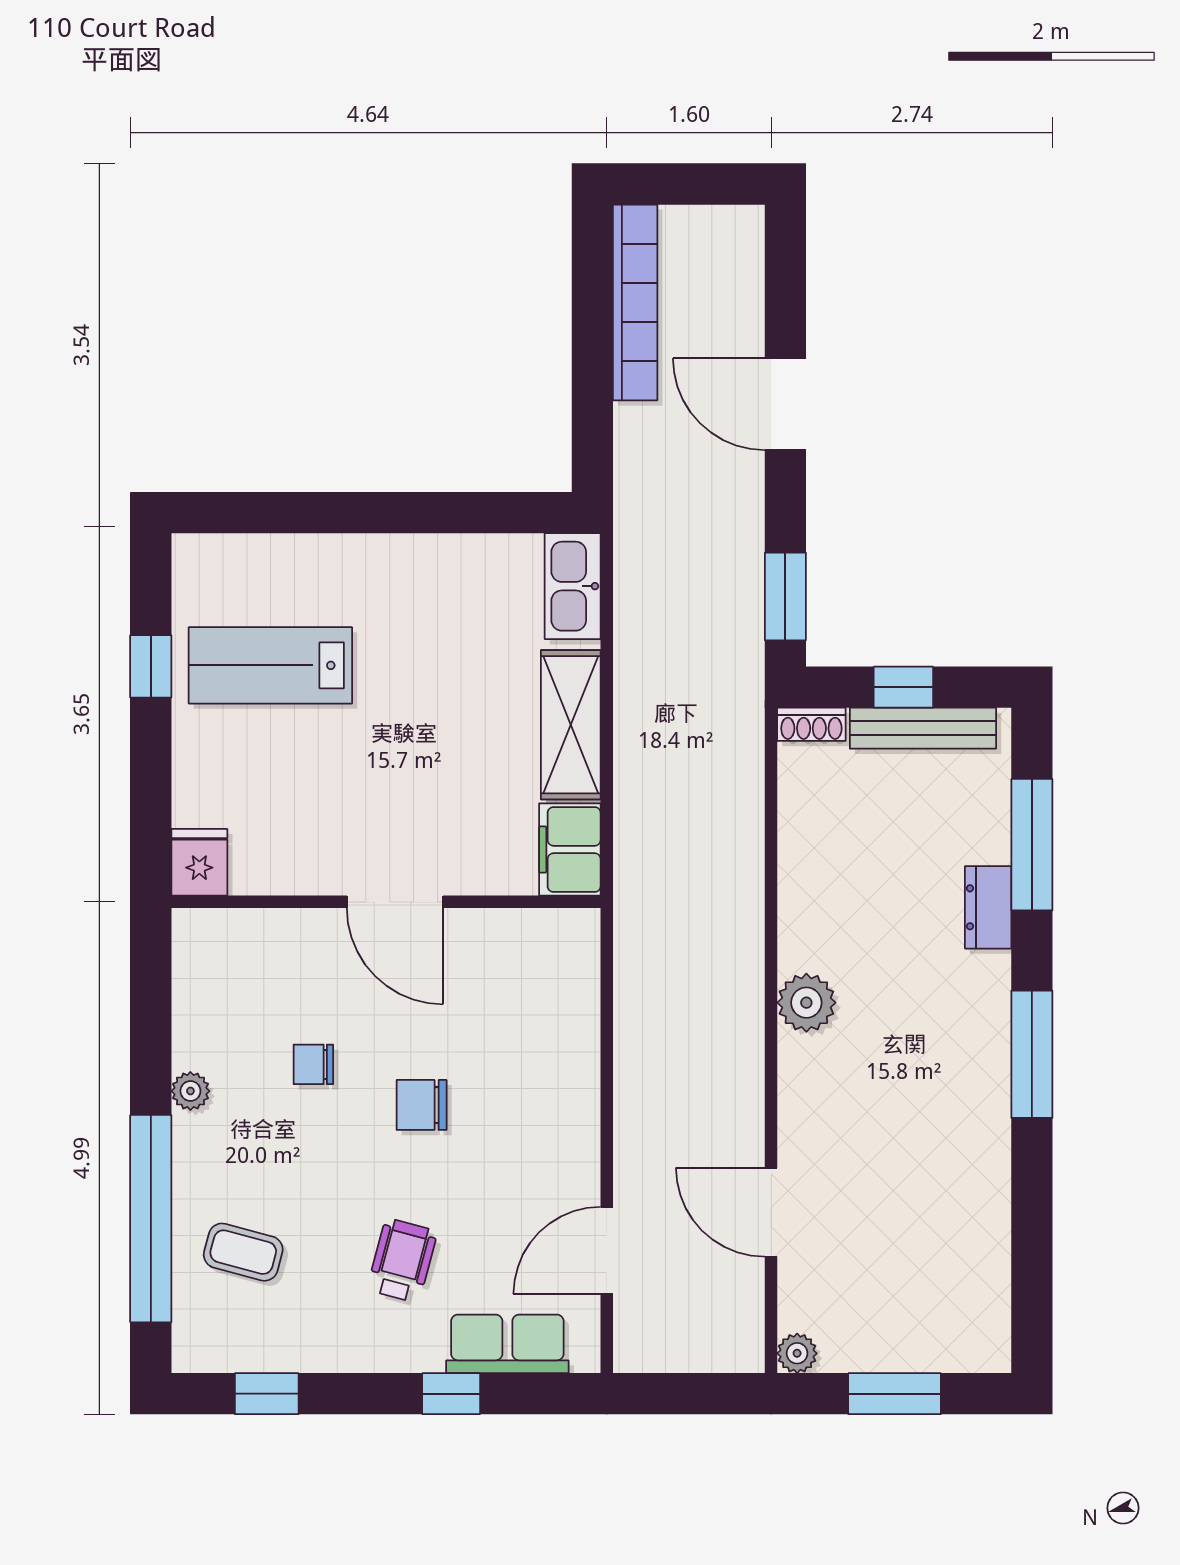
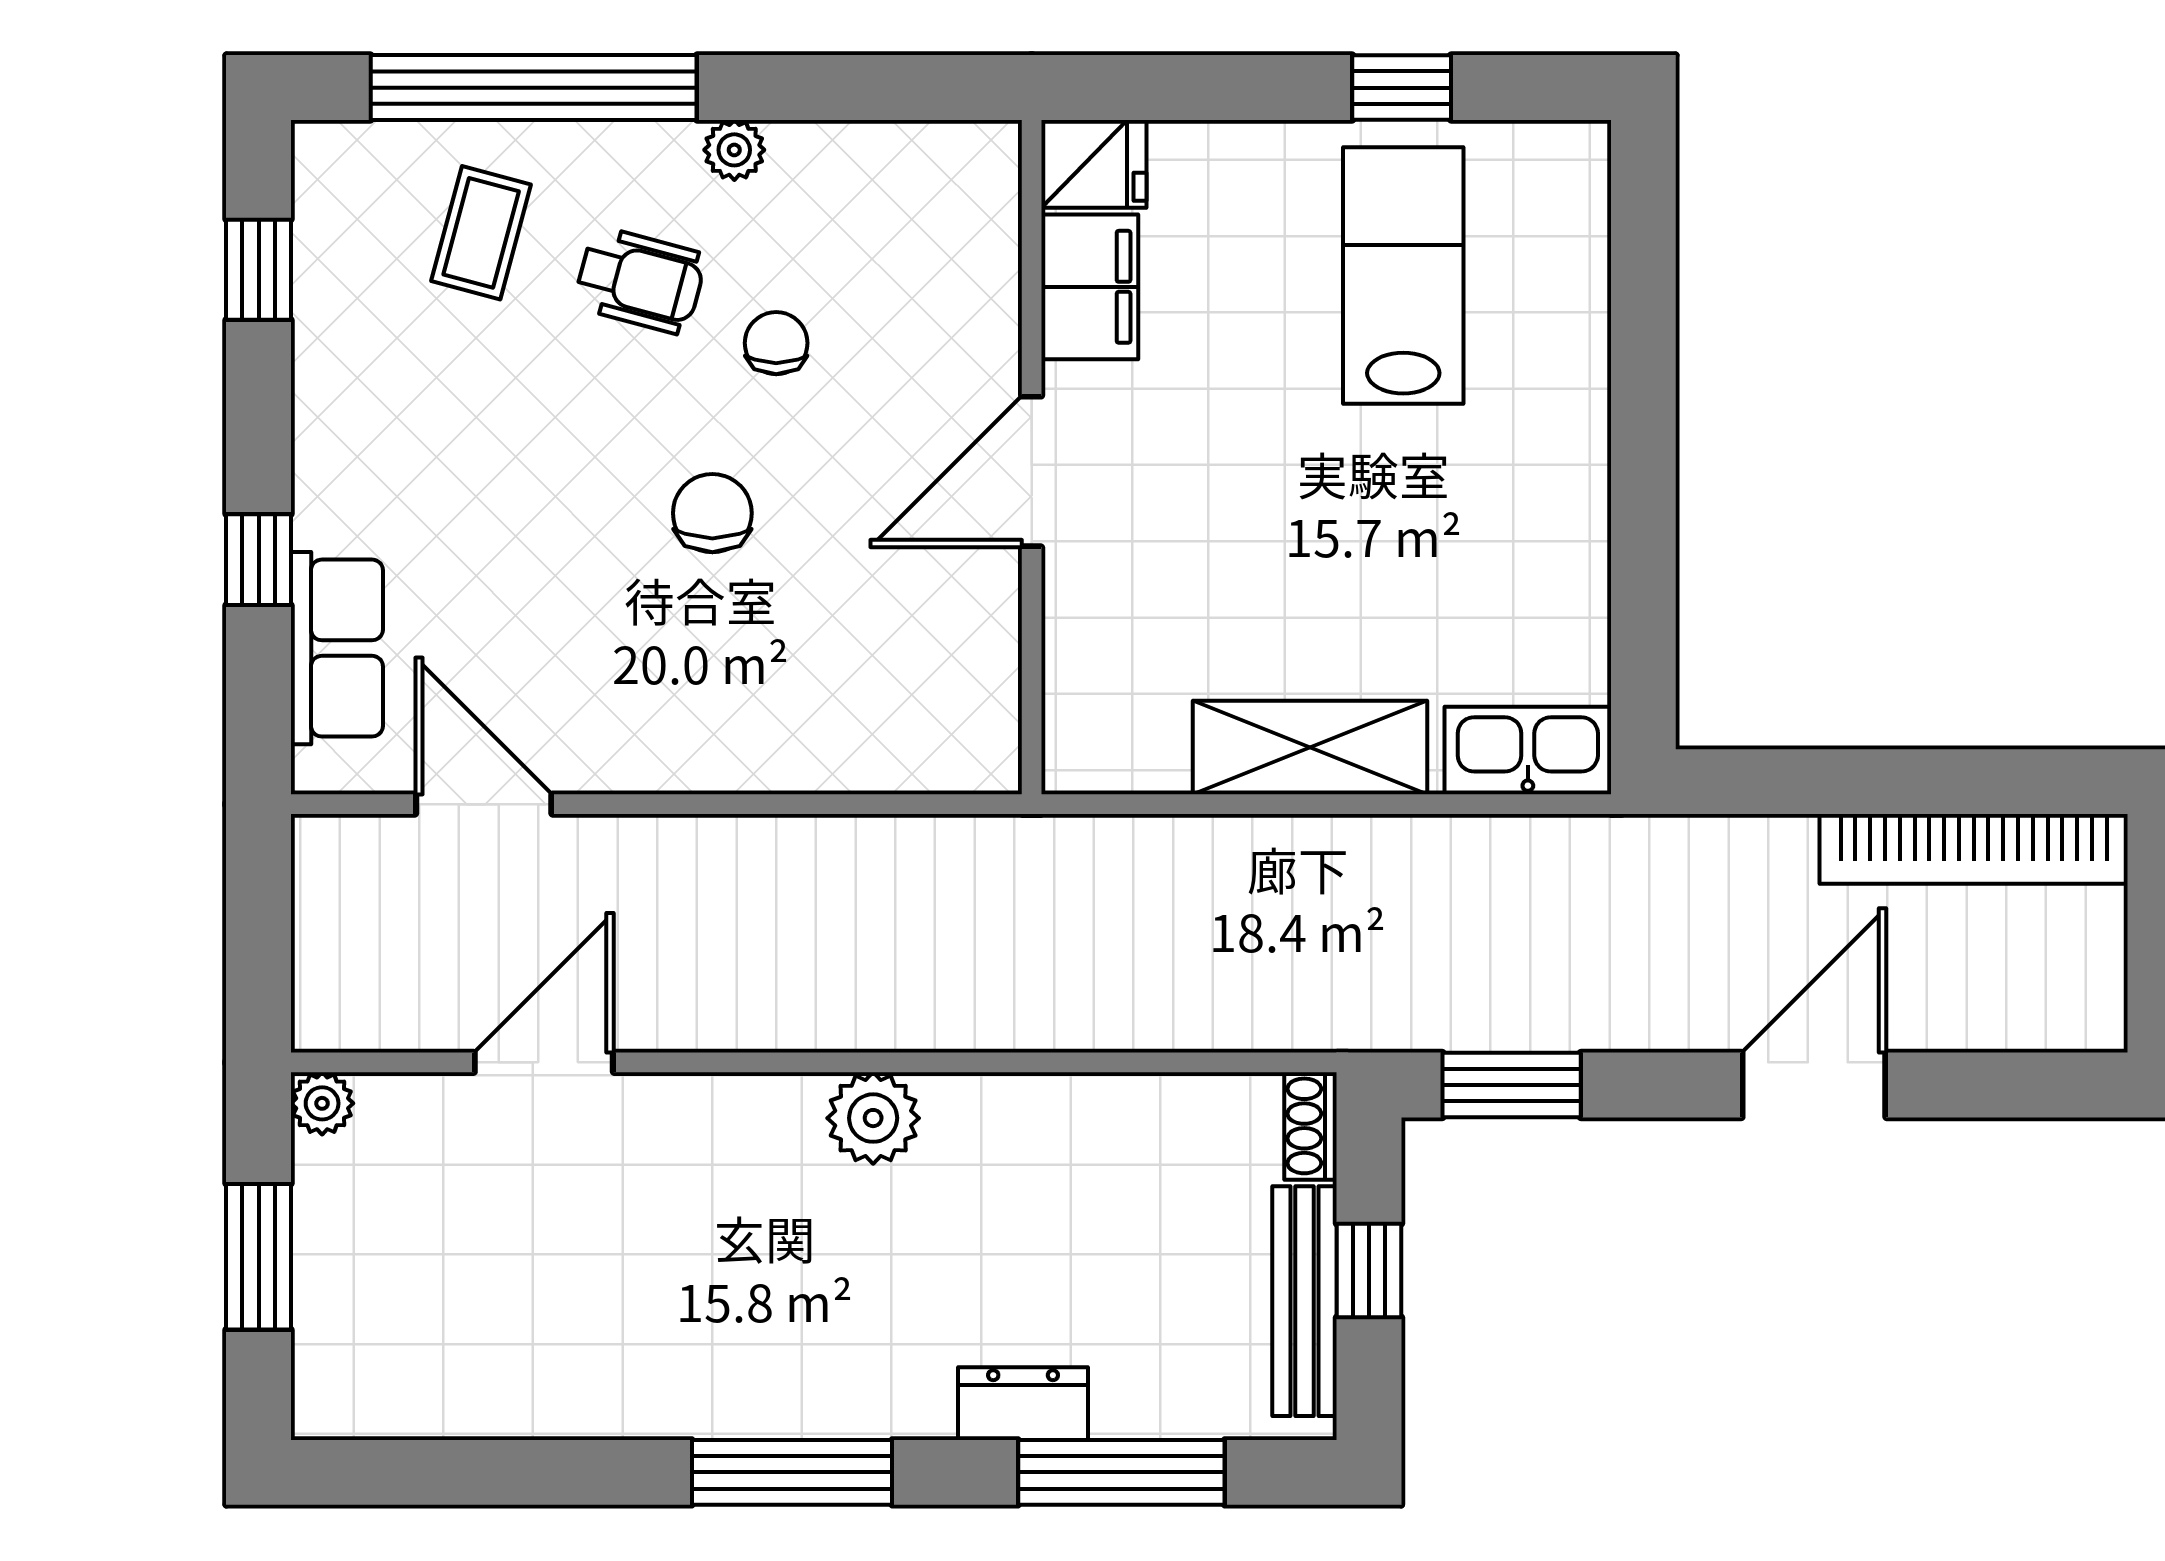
filing cabinet: (570, 850) -> (1090, 287), moved, turned 90
wheelchair: (402, 1260) -> (640, 281), moved

